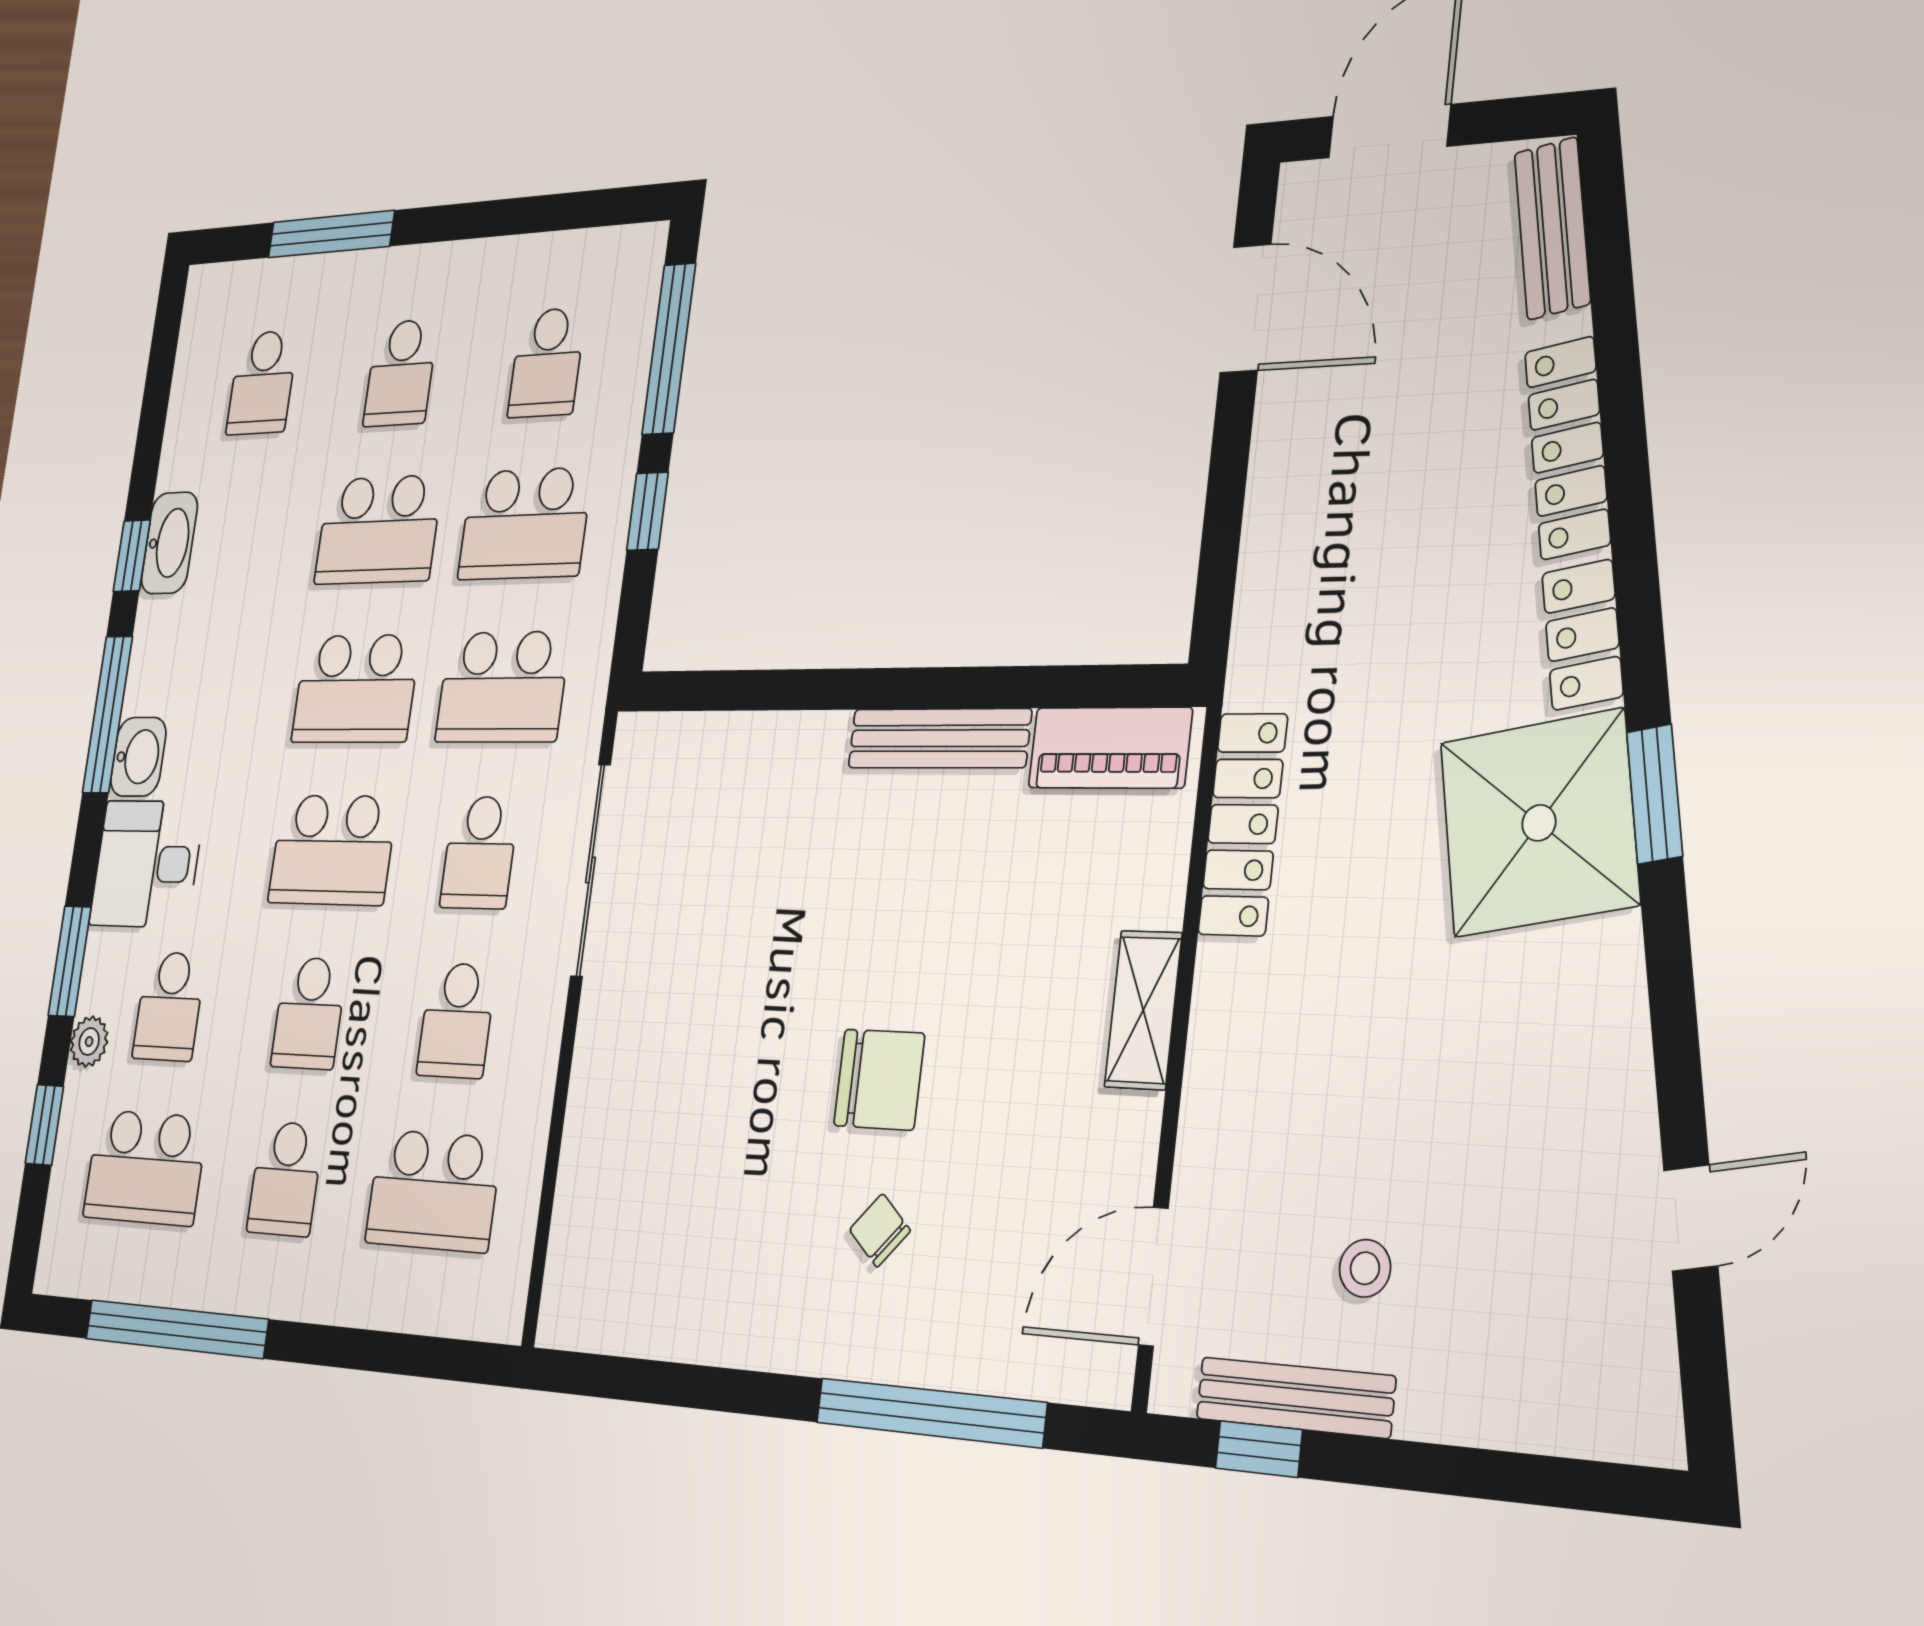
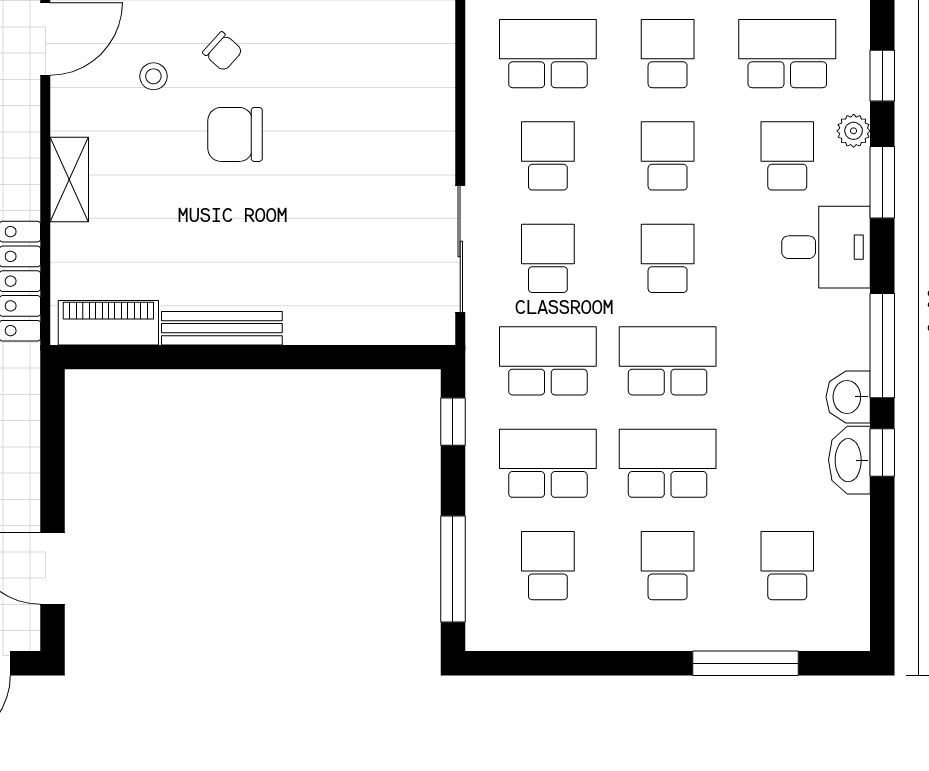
window: (647, 511) -> (453, 422), moved
washbasin: (138, 757) -> (848, 397), moved
school desk: (332, 850) -> (668, 258), width x0.54
stool: (990, 1193) -> (153, 76), added

